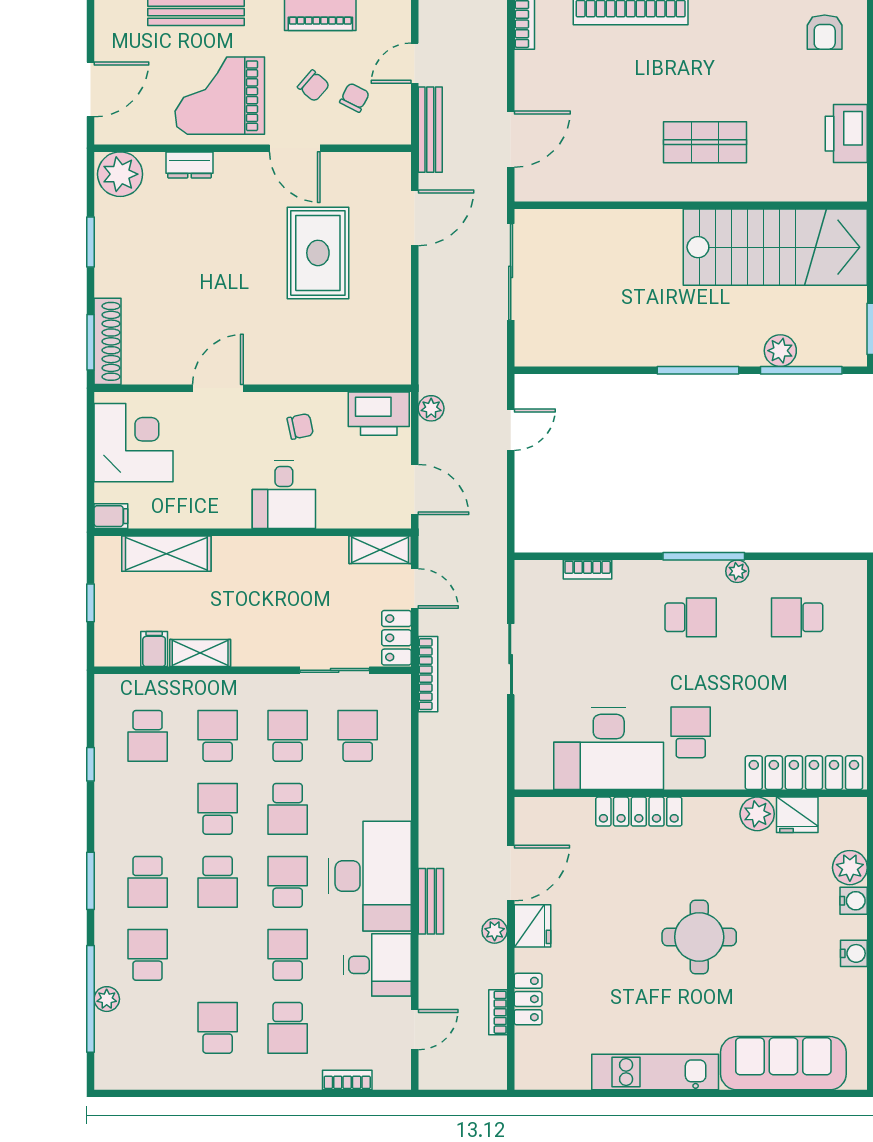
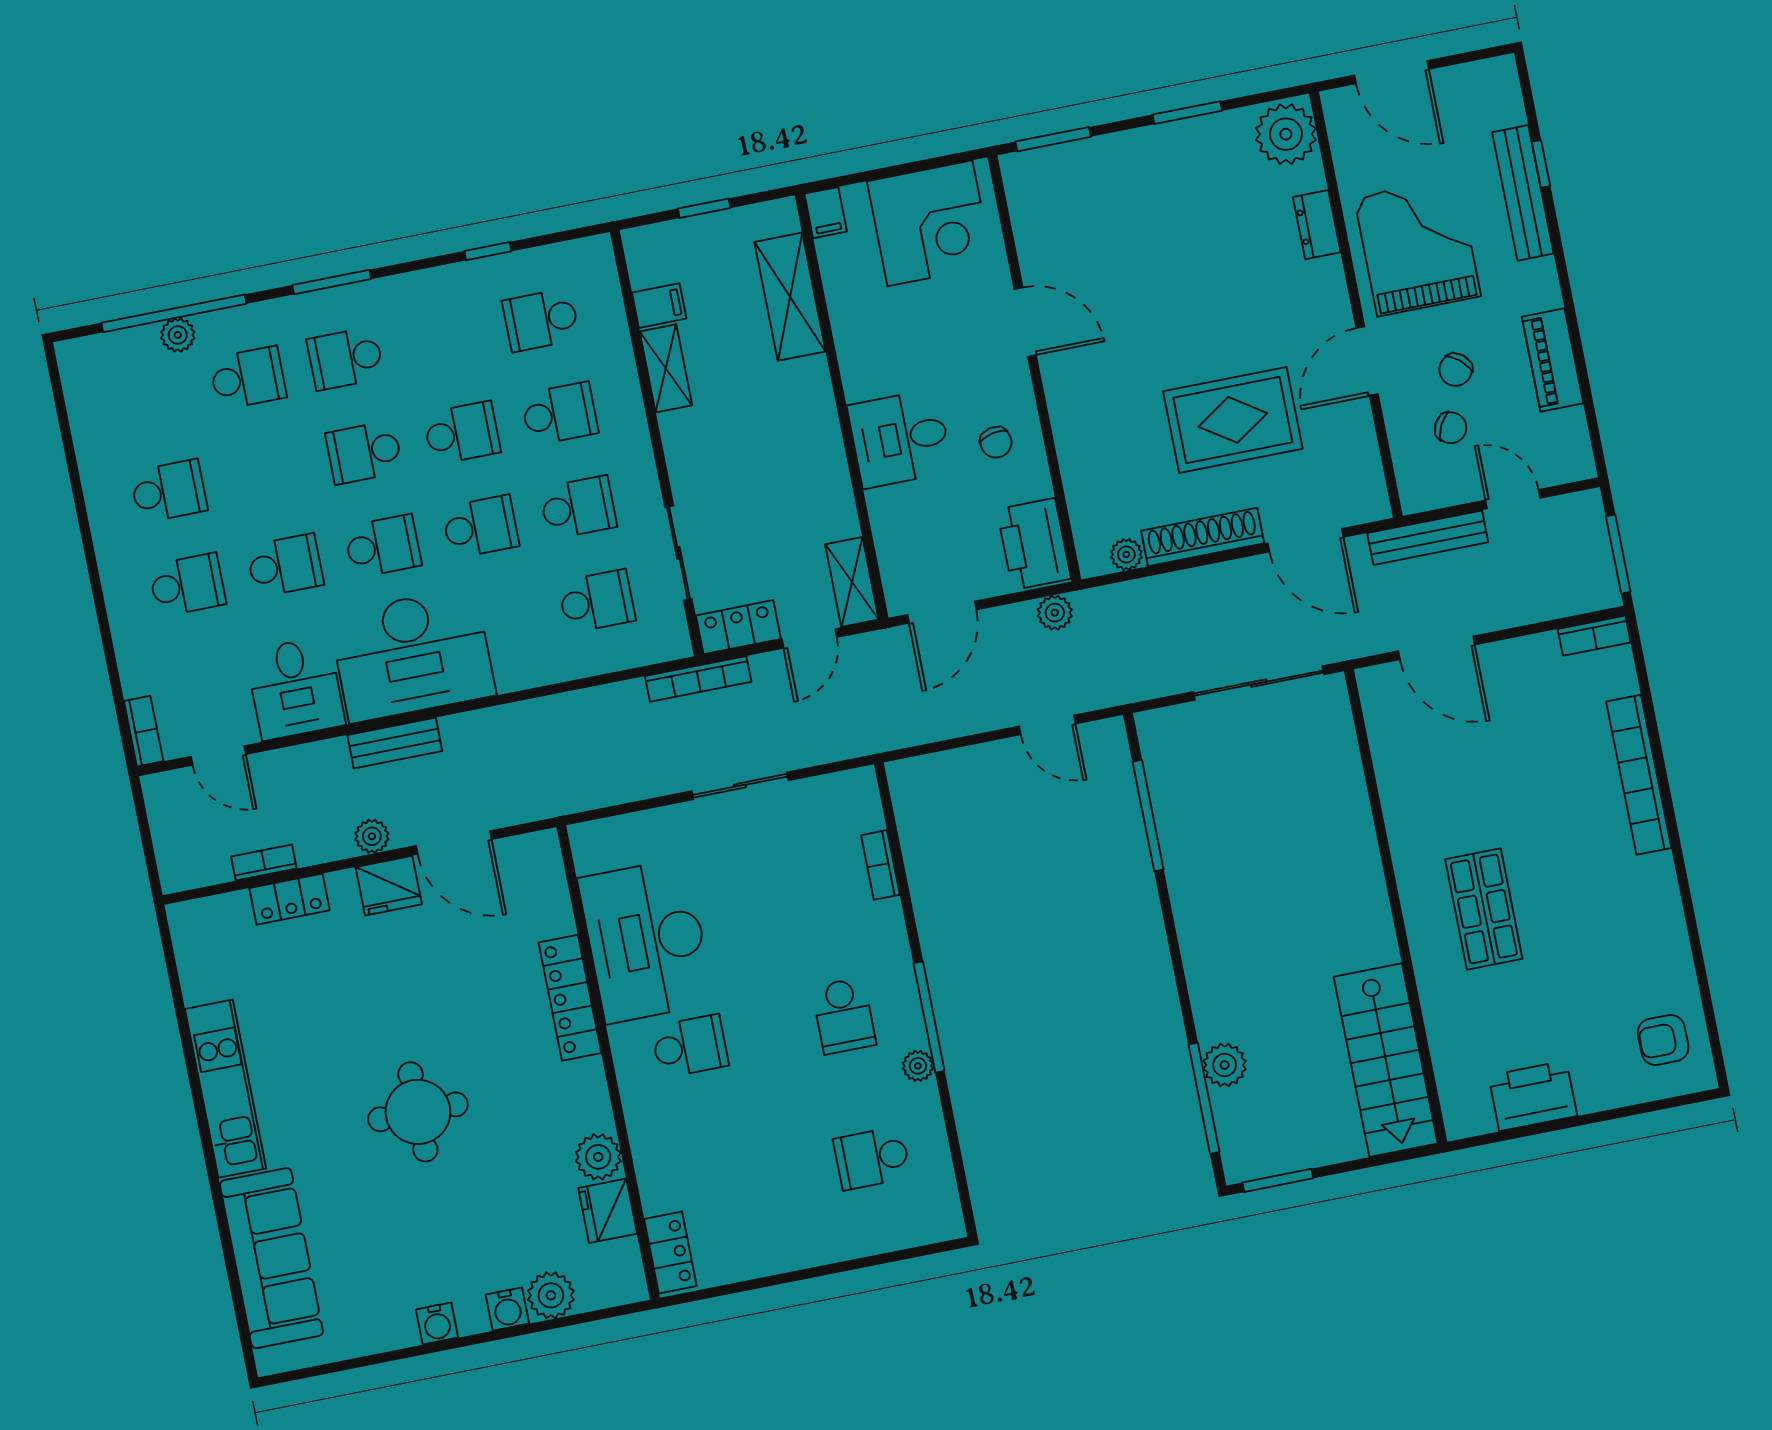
stairs: (775, 247) -> (1386, 1060), width x0.73, depth x0.66
shoe rack: (108, 341) -> (1203, 537), moved, turned 180
plant: (399, 349) -> (1126, 554), added
window: (698, 370) -> (1148, 816), moved
school desk: (797, 617) -> (872, 1158), turned -90
locker: (804, 773) -> (670, 1253), width x0.46, depth x0.83
school desk: (288, 809) -> (480, 527), turned 180
school desk: (288, 1028) -> (187, 585), turned 180
bookcase: (347, 1080) -> (144, 731), moved

